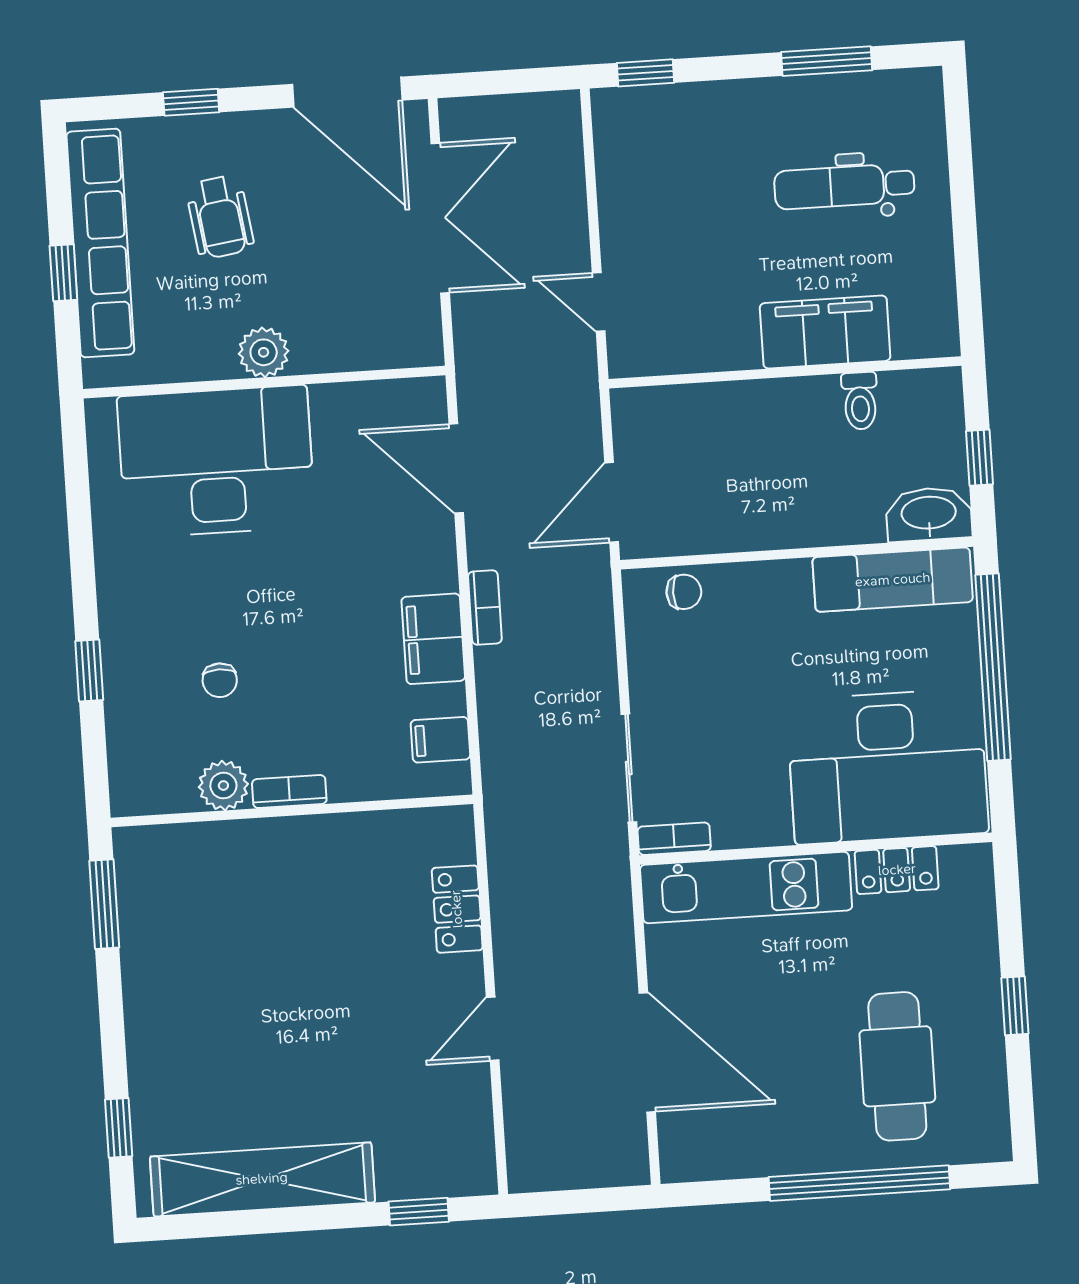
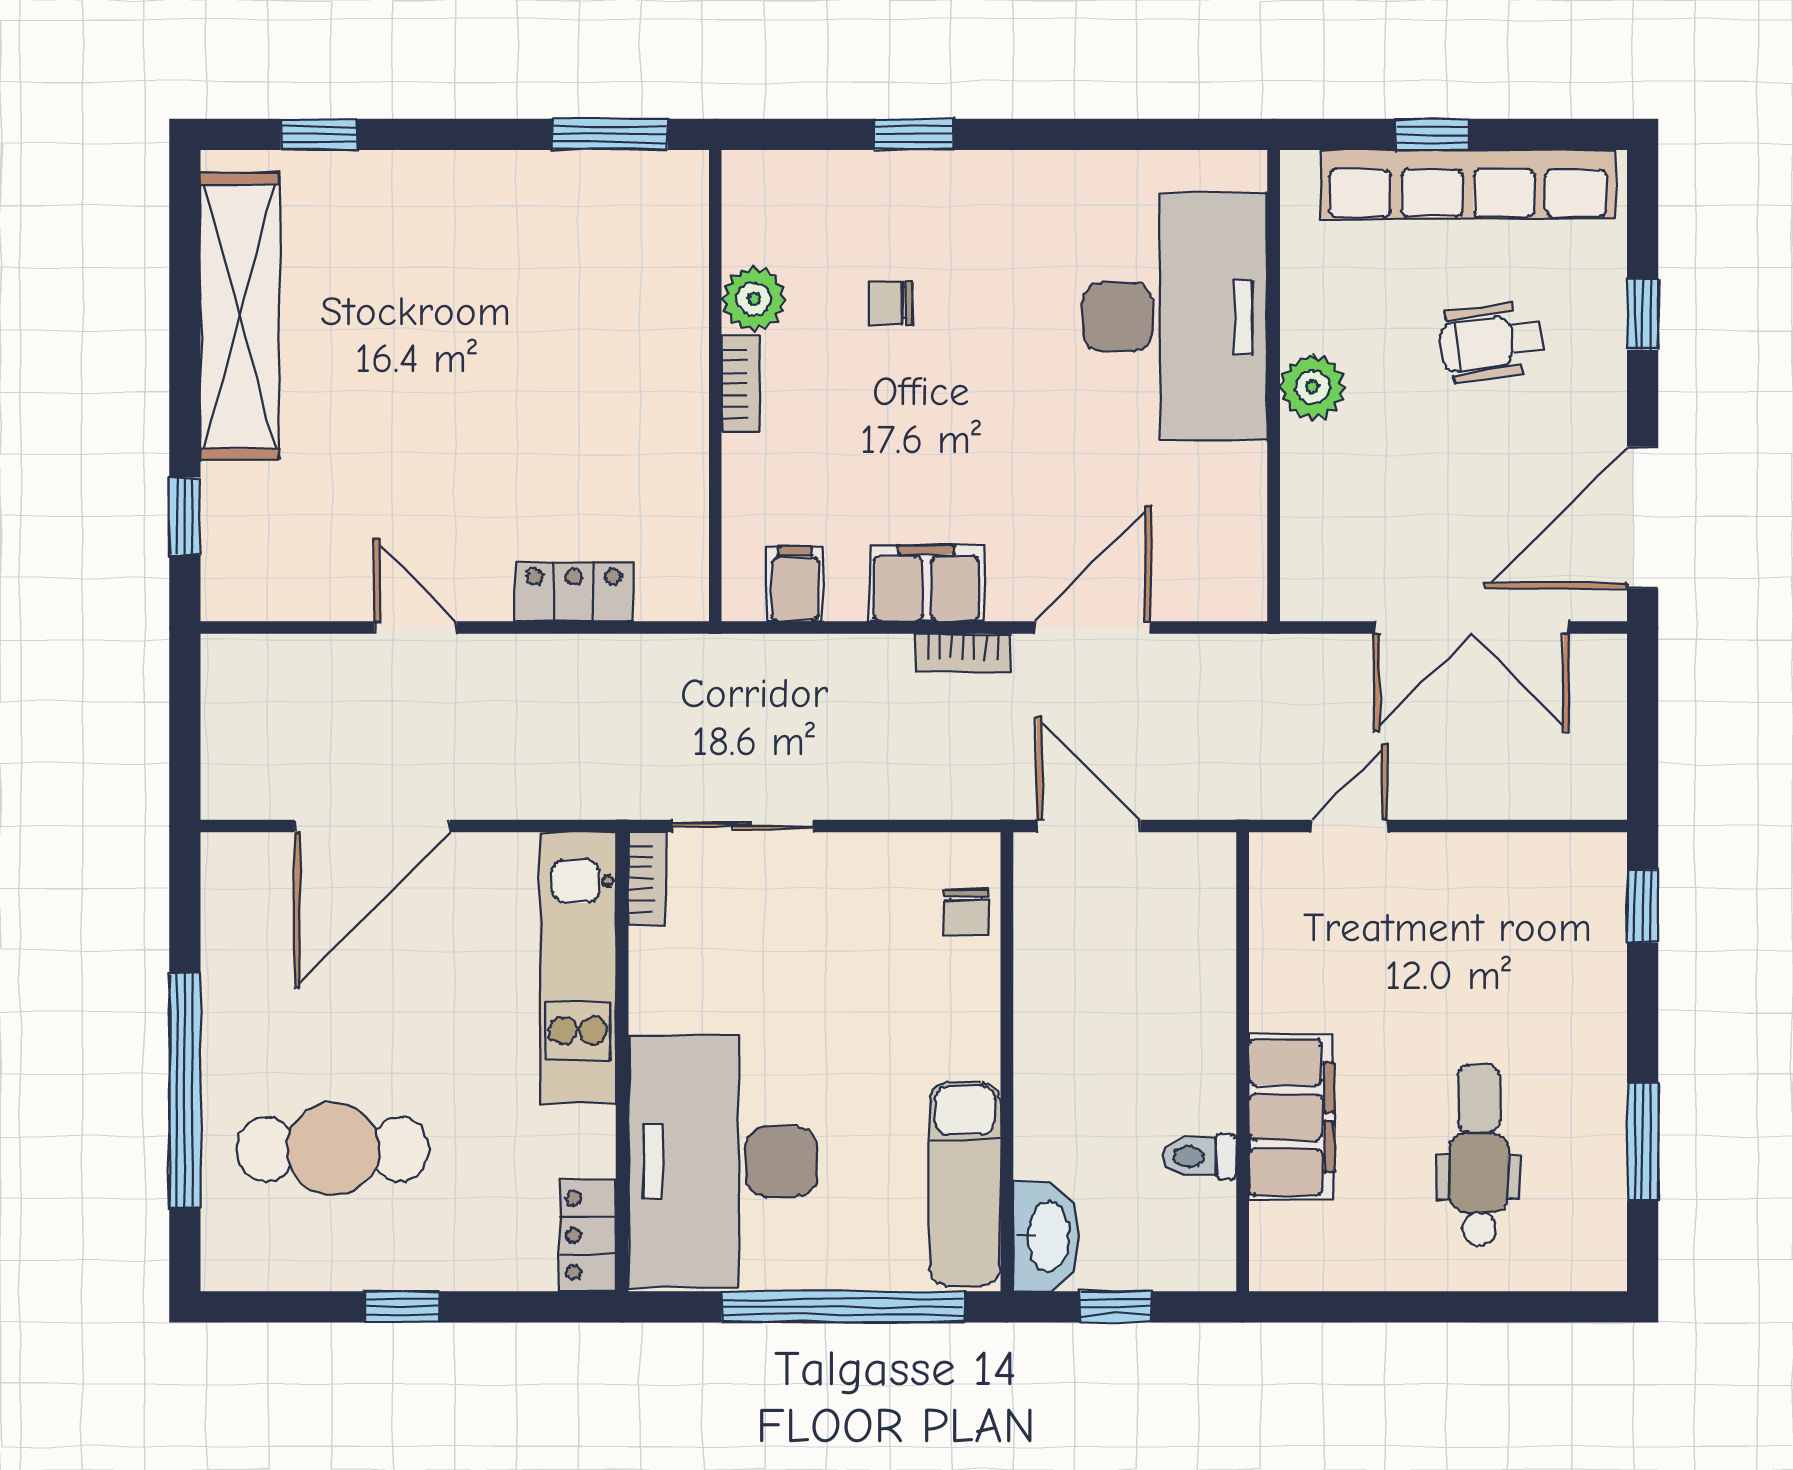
door: (456, 468) -> (1092, 627), moved
locker: (897, 870) -> (588, 1235), moved

